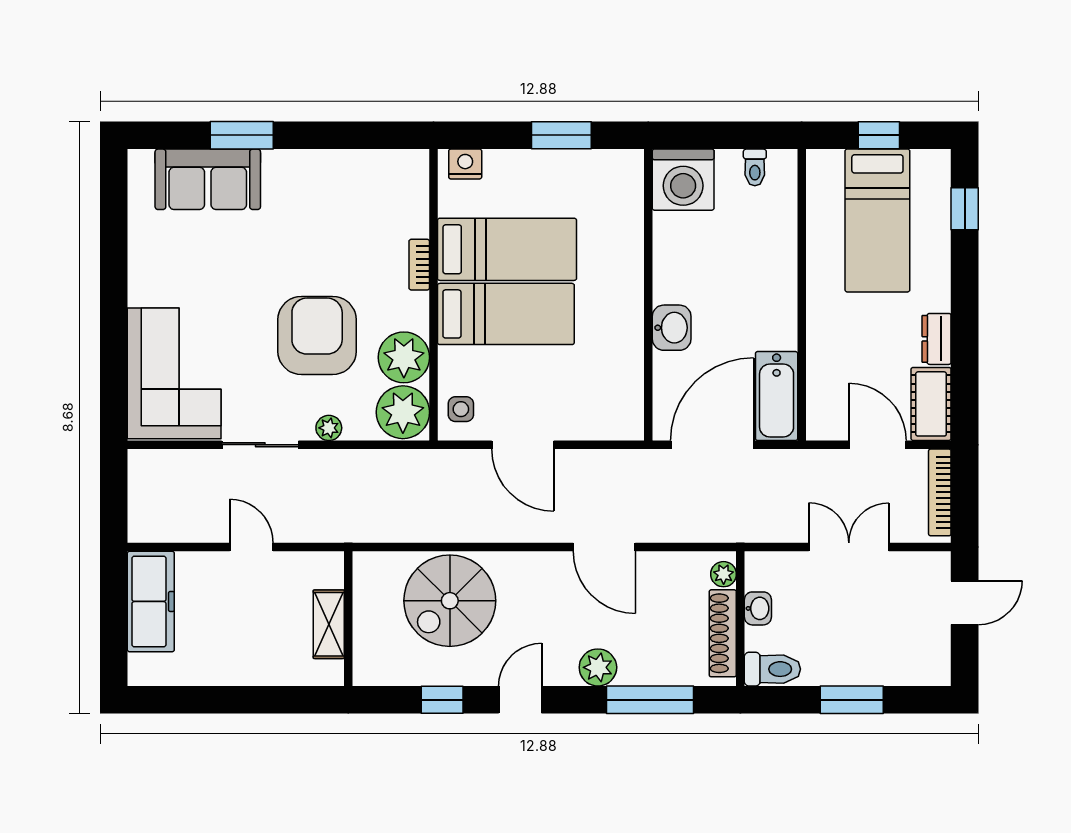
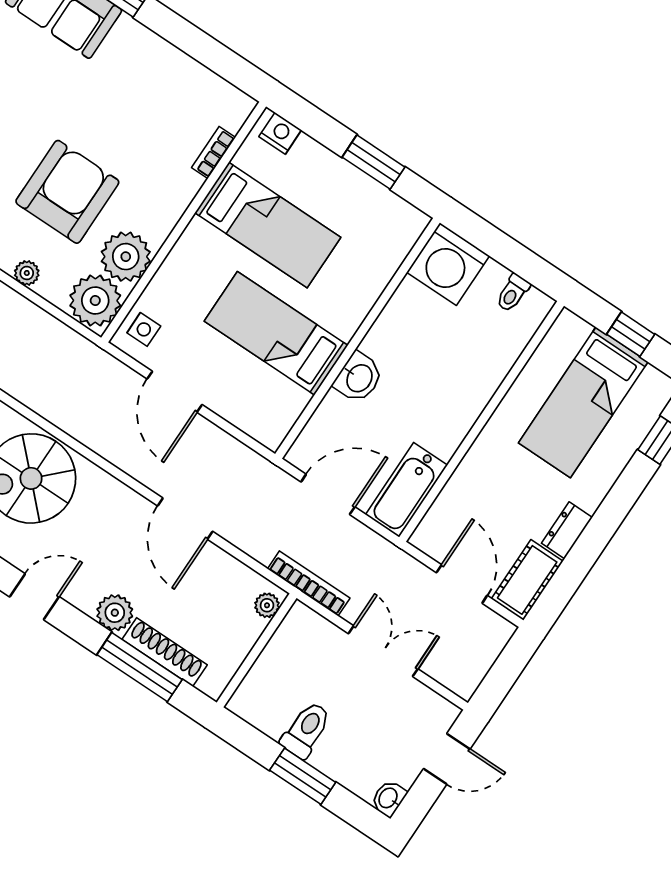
bookcase: (419, 265) -> (214, 152), moved
bed: (506, 314) -> (276, 333), moved, turned 180
door: (712, 445) -> (328, 494), width x0.73
bookcase: (940, 492) -> (309, 583), moved, turned 90
washbasin: (758, 608) -> (389, 798), moved, turned 180
shoe rack: (723, 633) -> (165, 652), moved, turned 90
toilet: (772, 669) -> (306, 730), moved, turned -90

